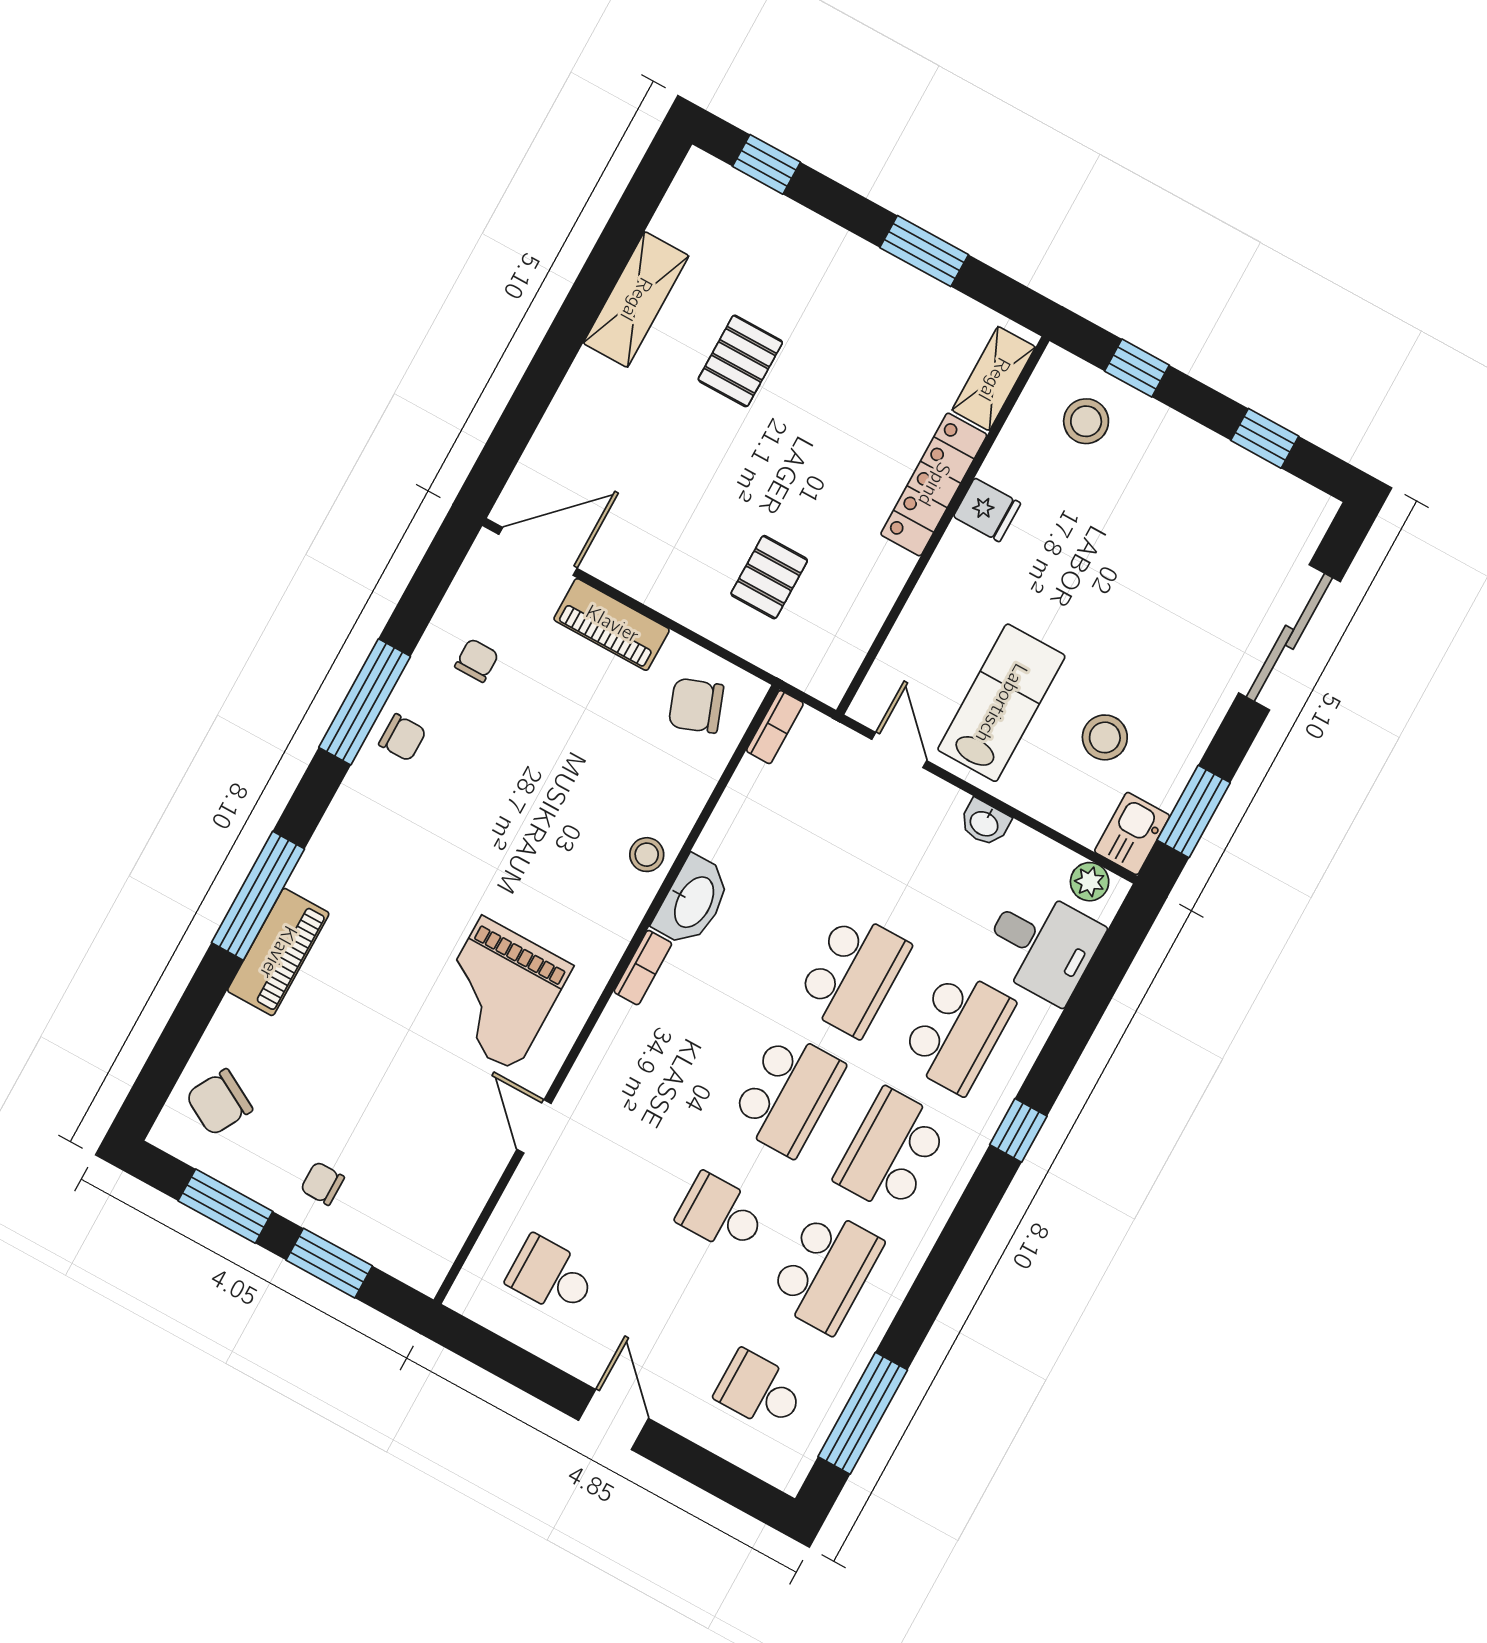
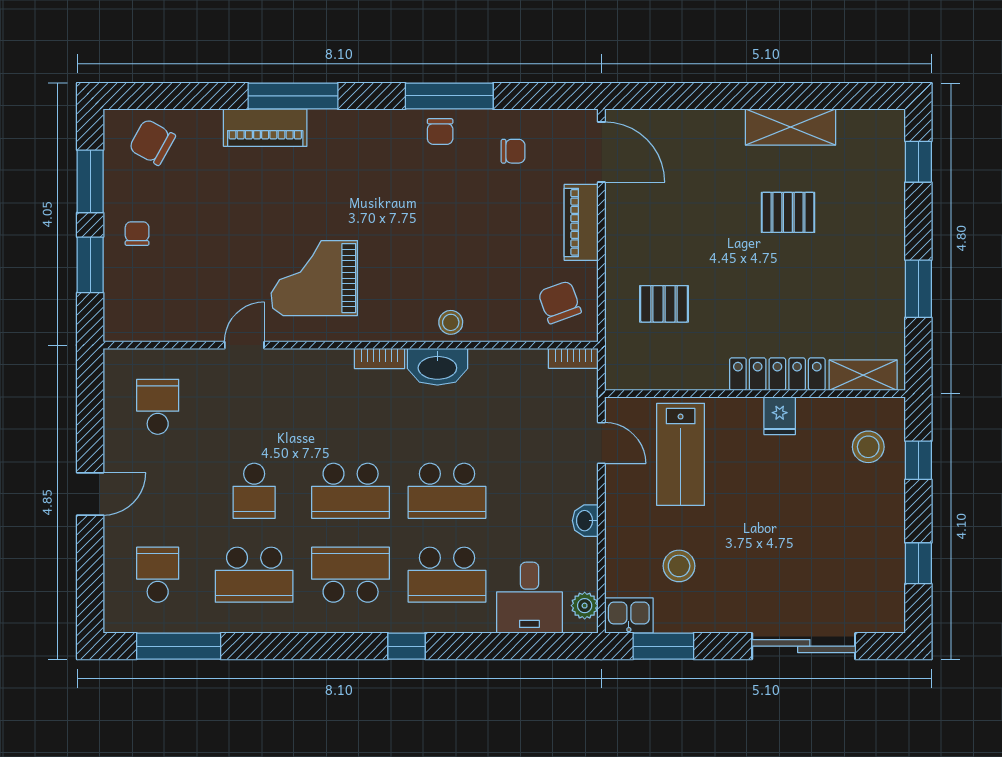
lab bench: (1001, 703) -> (681, 454), moved, turned 90
door: (899, 750) -> (601, 443), hinge flipped
school desk: (721, 1214) -> (254, 491), turned 180

